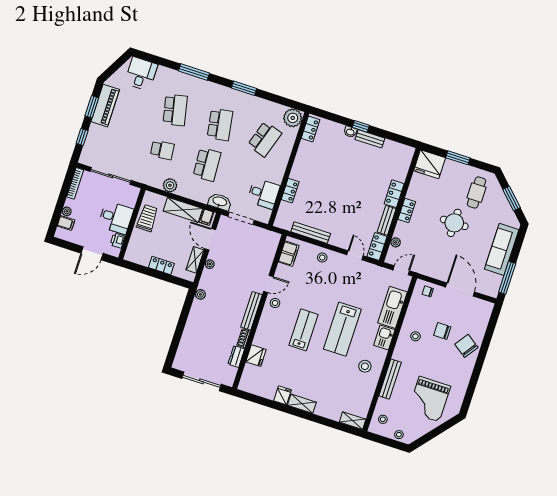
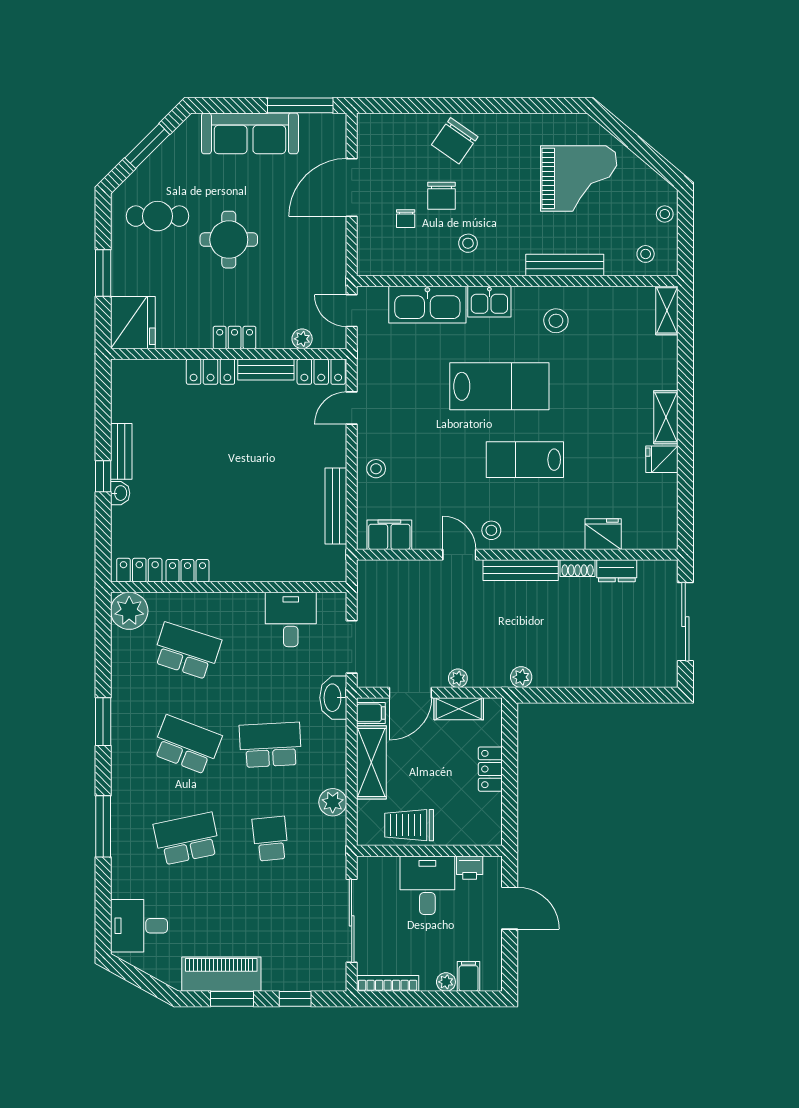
school desk: (220, 125) -> (187, 745), turned 30
locker: (290, 191) -> (188, 571), moved
chair: (428, 291) -> (406, 219), moved

